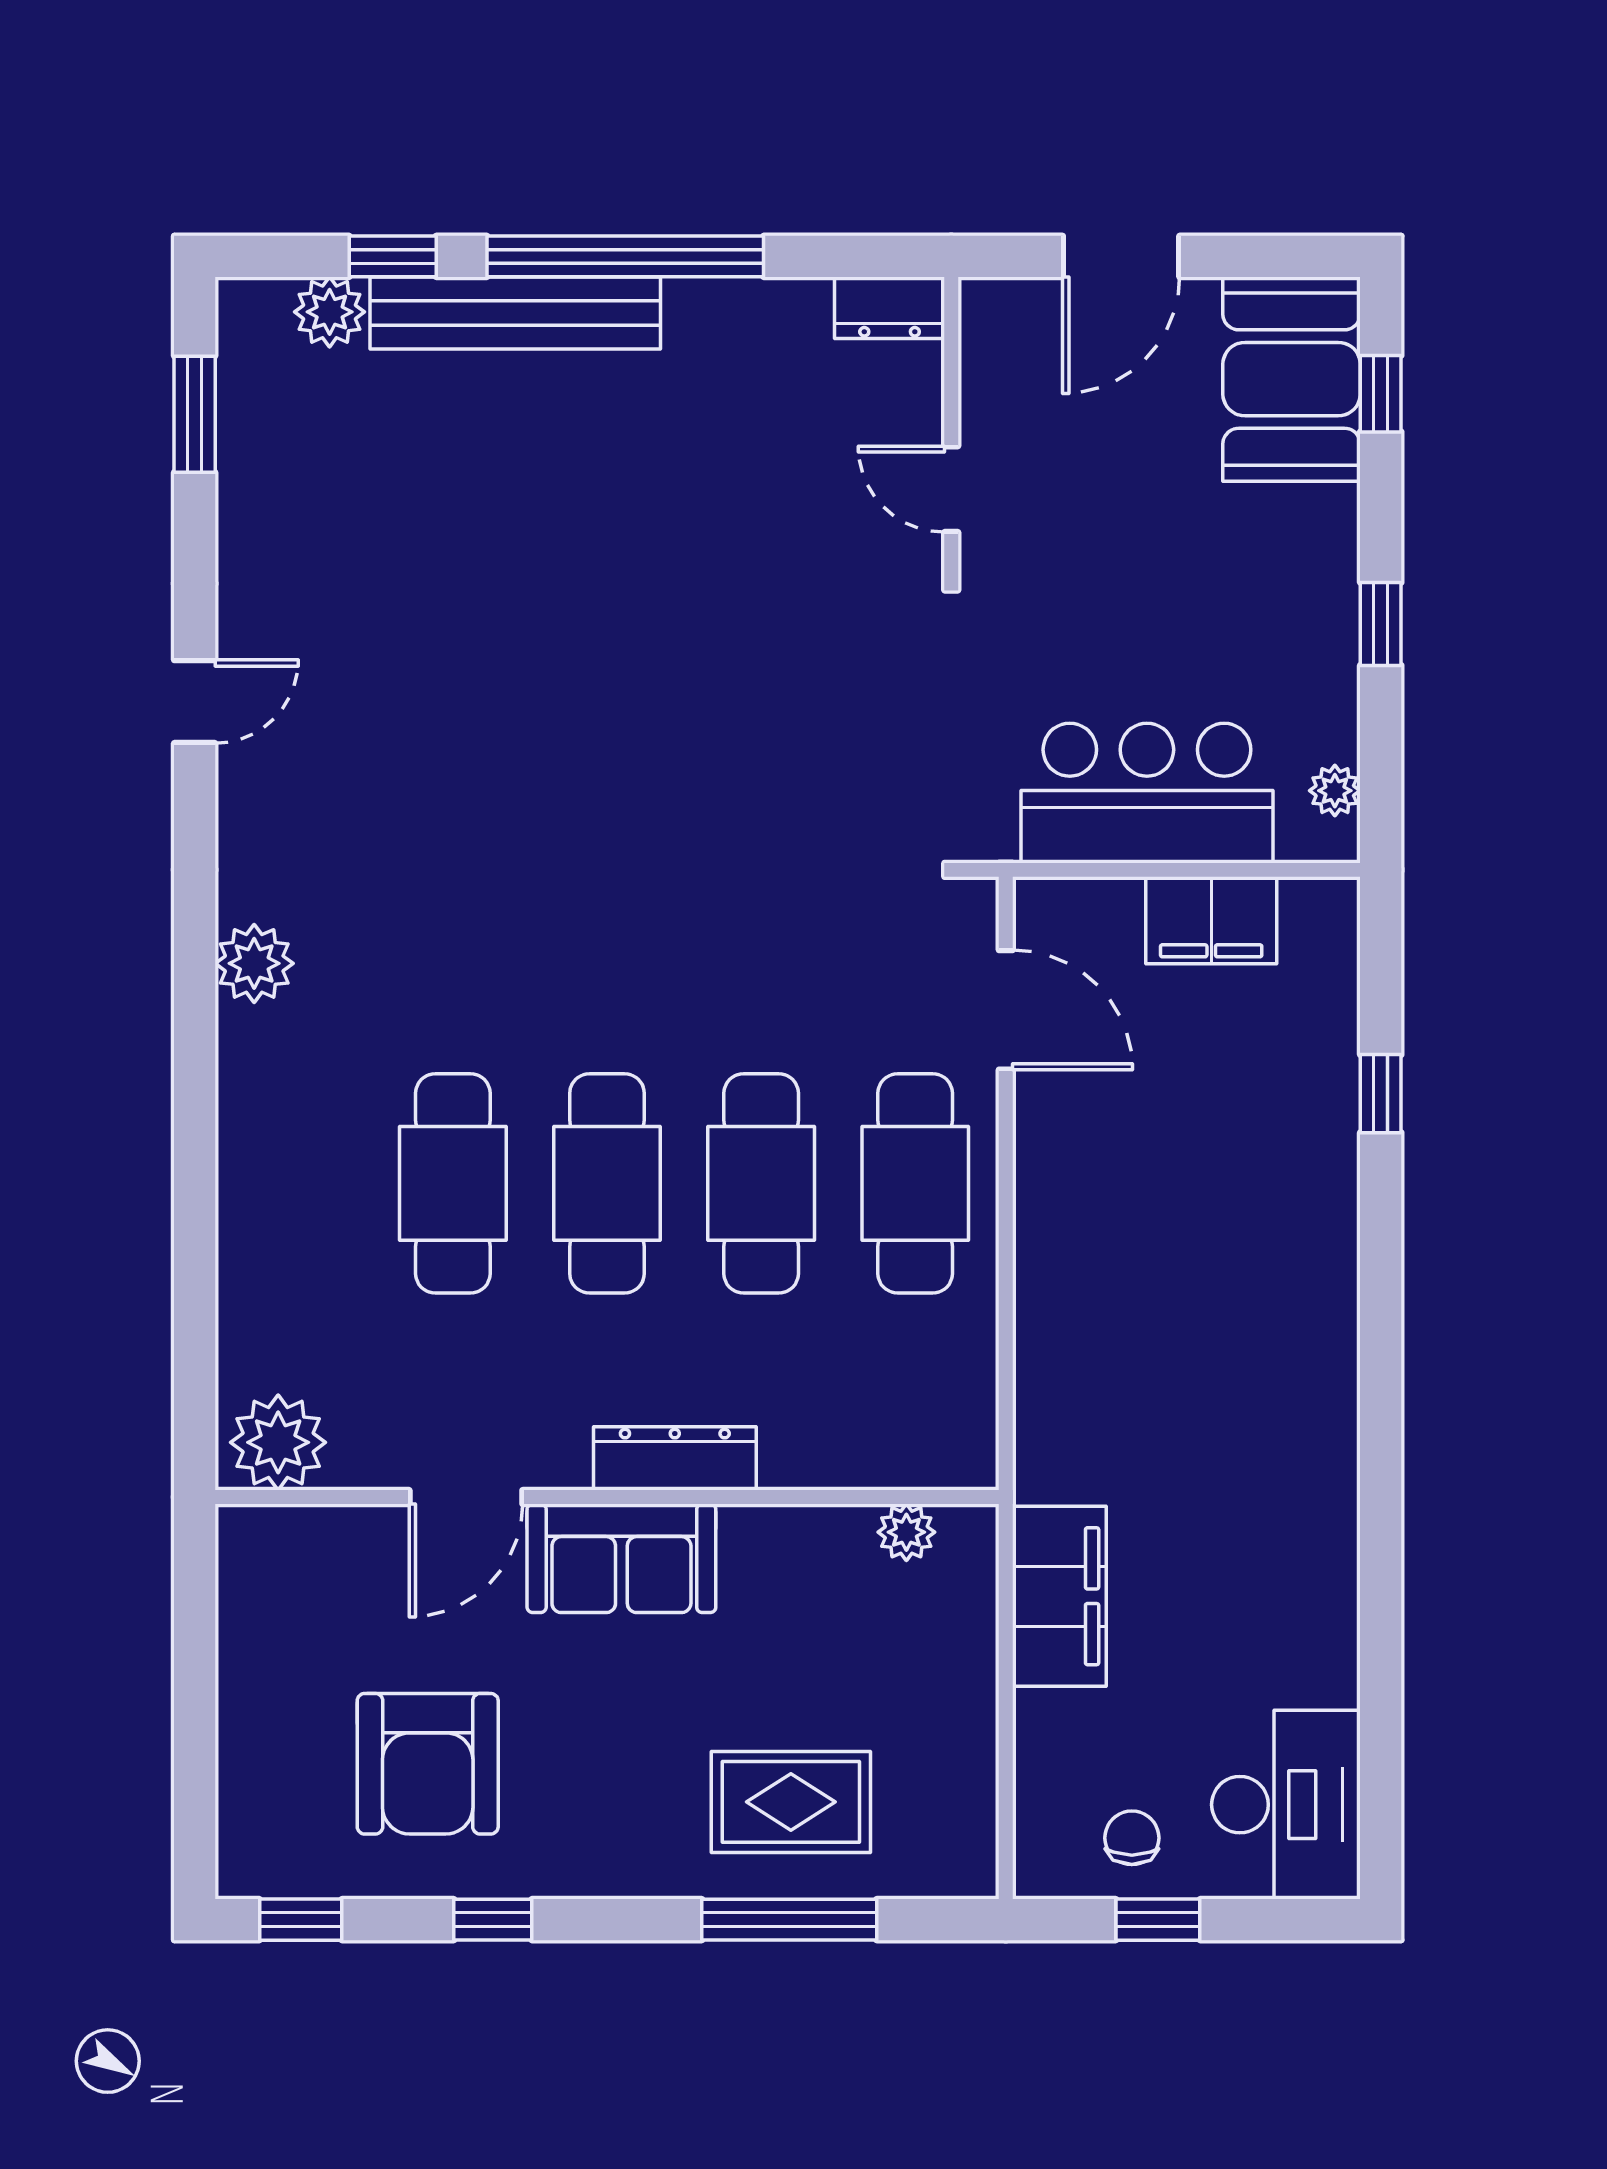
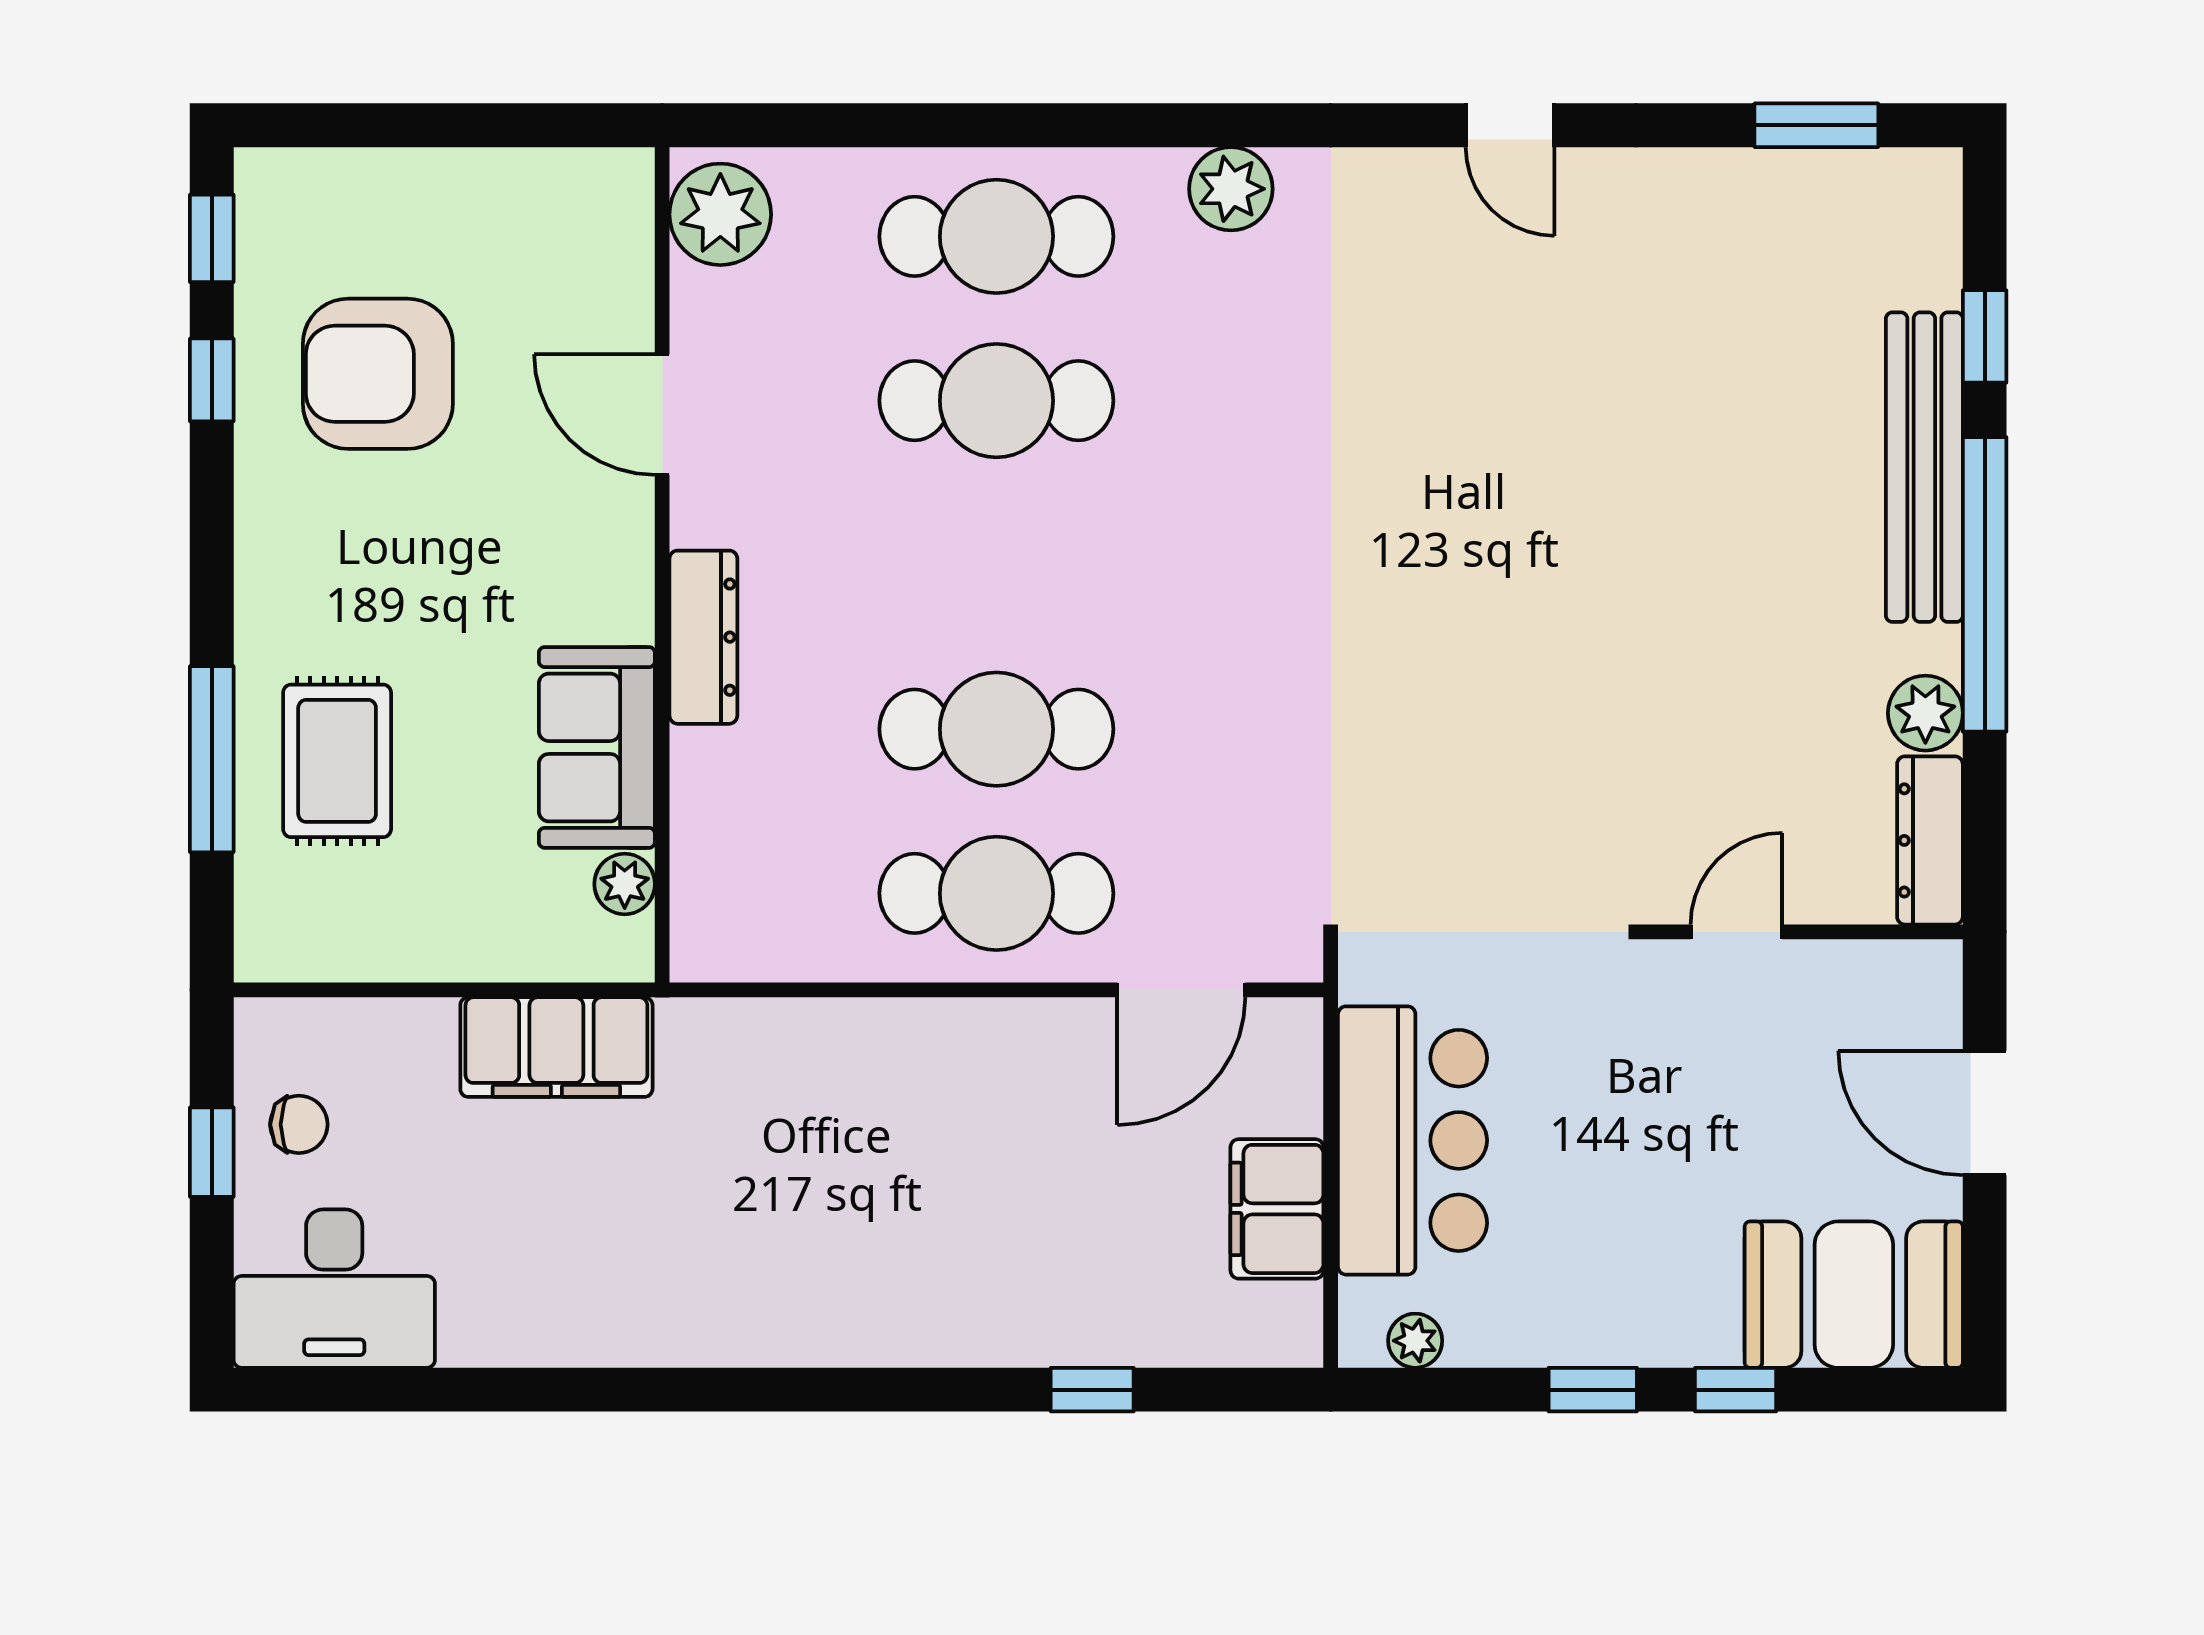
dresser: (890, 308) -> (1930, 840), width x1.44
plant: (330, 312) -> (1925, 713), moved
window: (1381, 394) -> (1736, 1390), moved
cafe table: (607, 1183) -> (996, 236), moved
sofa: (621, 1558) -> (597, 747), moved
window: (493, 1920) -> (212, 380), moved

